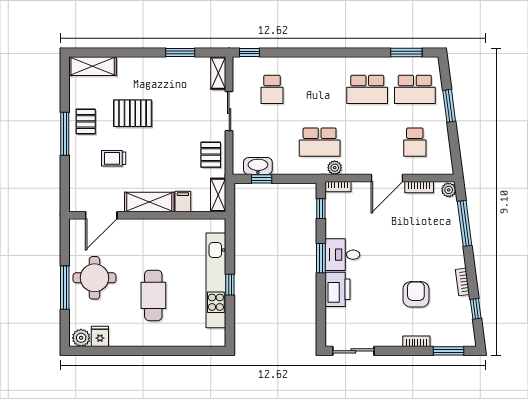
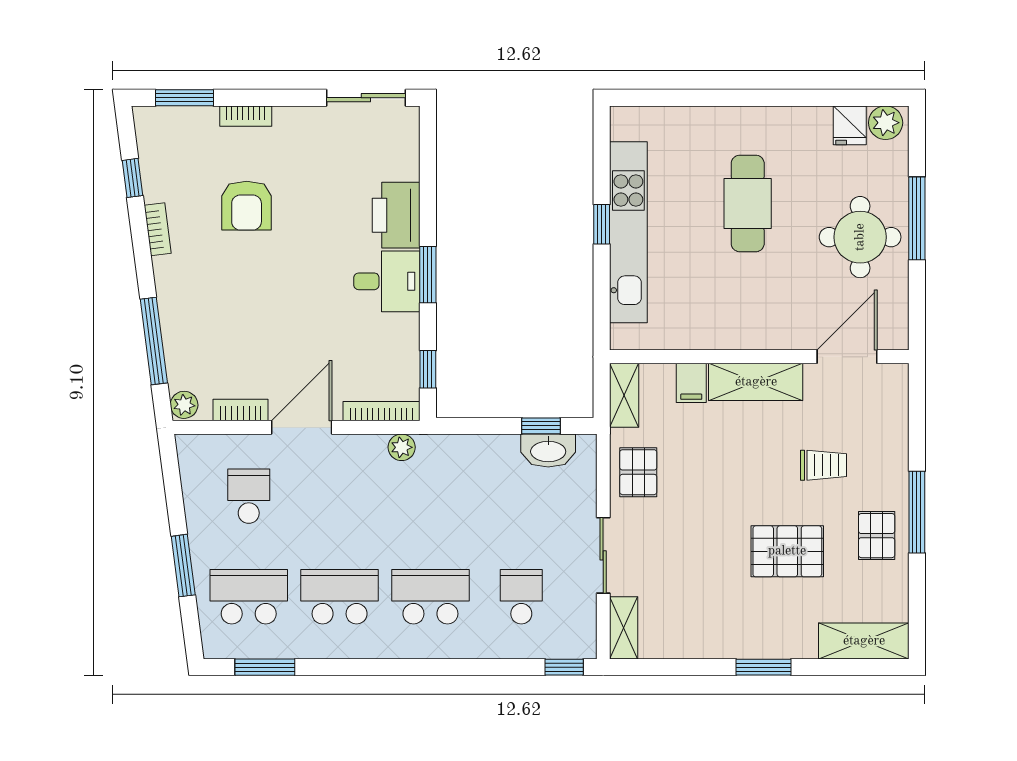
window: (180, 53) -> (763, 667), moved
school desk: (320, 142) -> (430, 597), moved
bookcase: (338, 187) -> (381, 411), width x1.56

